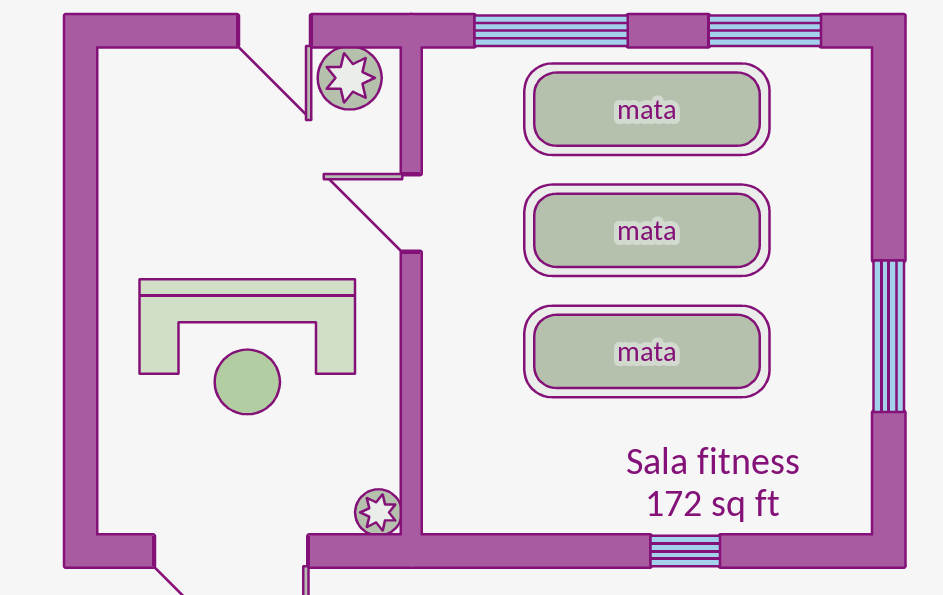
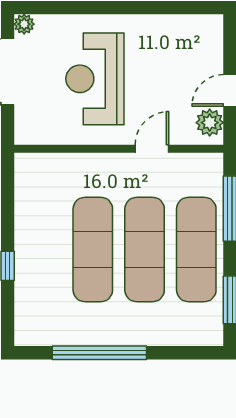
window: (889, 336) -> (99, 353), width x1.46
plant: (379, 512) -> (24, 24), moved

